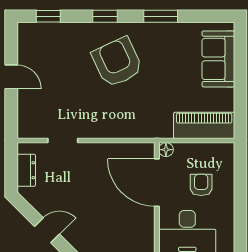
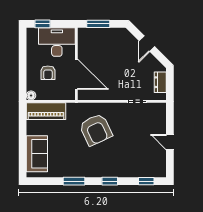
armchair: (117, 62) -> (96, 130), moved
floor lamp: (166, 150) -> (31, 95), moved
door: (47, 230) -> (147, 44), hinge flipped

